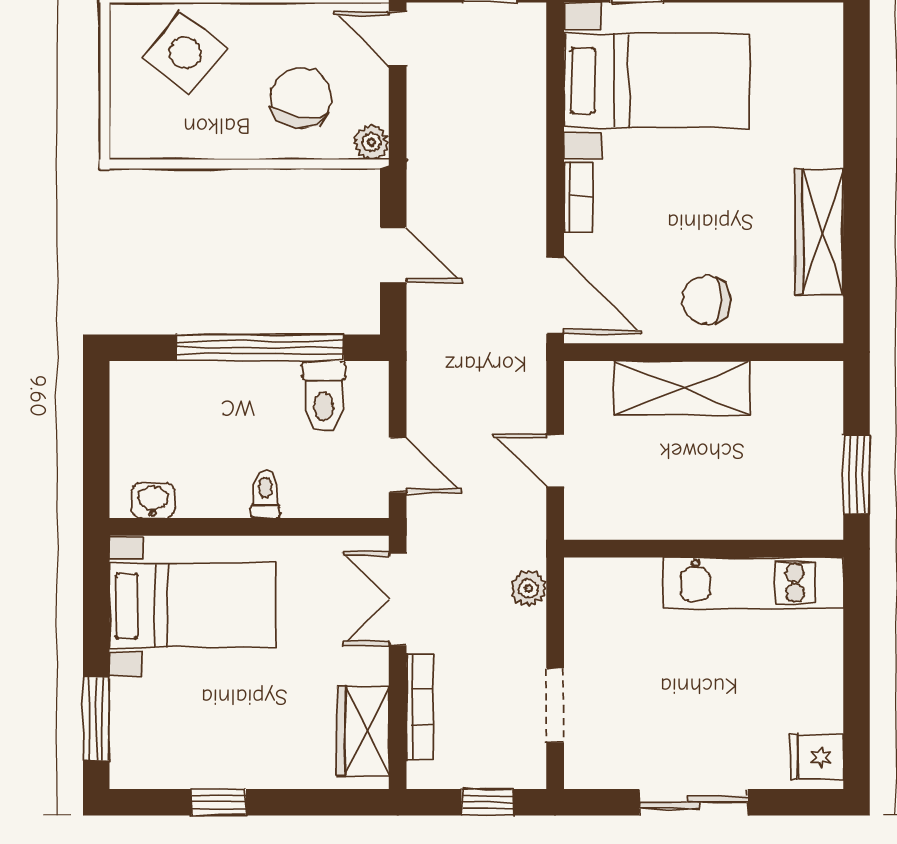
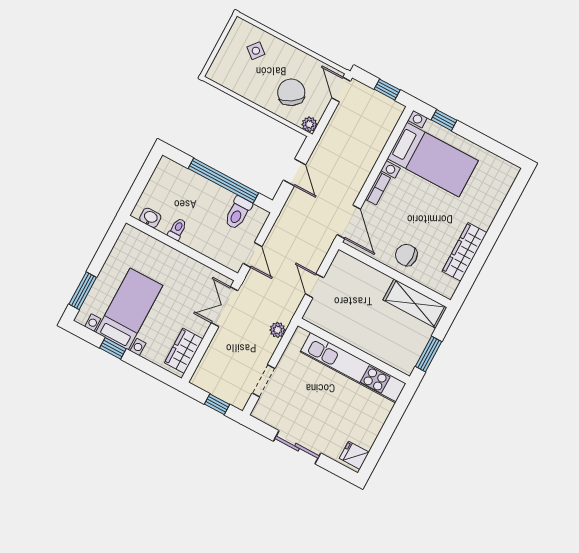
side table: (185, 52) -> (256, 51), width x0.54, depth x0.54
chair: (301, 98) -> (291, 92), turned -41
shelving: (682, 388) -> (415, 304), moved
toilet: (265, 494) -> (177, 229), moved
kitchen unit: (753, 583) -> (353, 368), width x1.36
bed with nightstands: (193, 606) -> (129, 309), moved, turned -90
bookcase: (420, 707) -> (211, 353), removed

